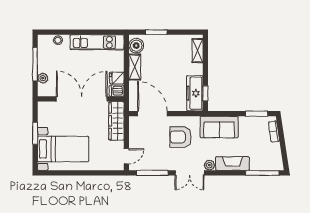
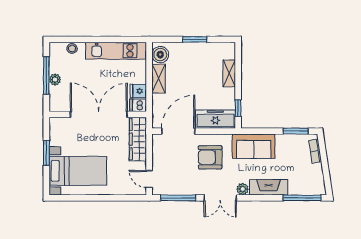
window: (156, 32) -> (195, 39), moved
shelving: (198, 51) -> (229, 73), moved
plant: (43, 78) -> (55, 80), moved
freezer: (195, 93) -> (215, 119), moved, turned 90
door: (152, 114) -> (178, 131), hinge flipped
door: (126, 156) -> (149, 179), swing flipped

